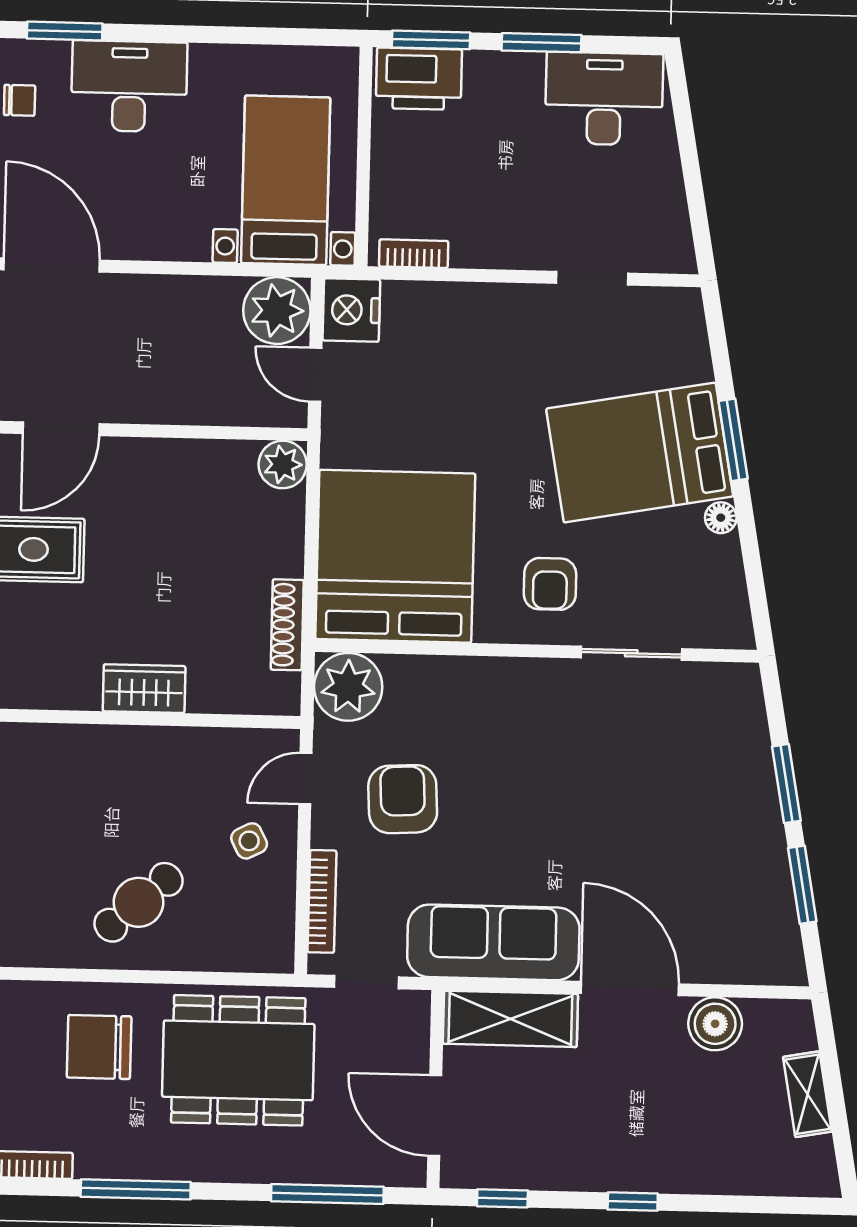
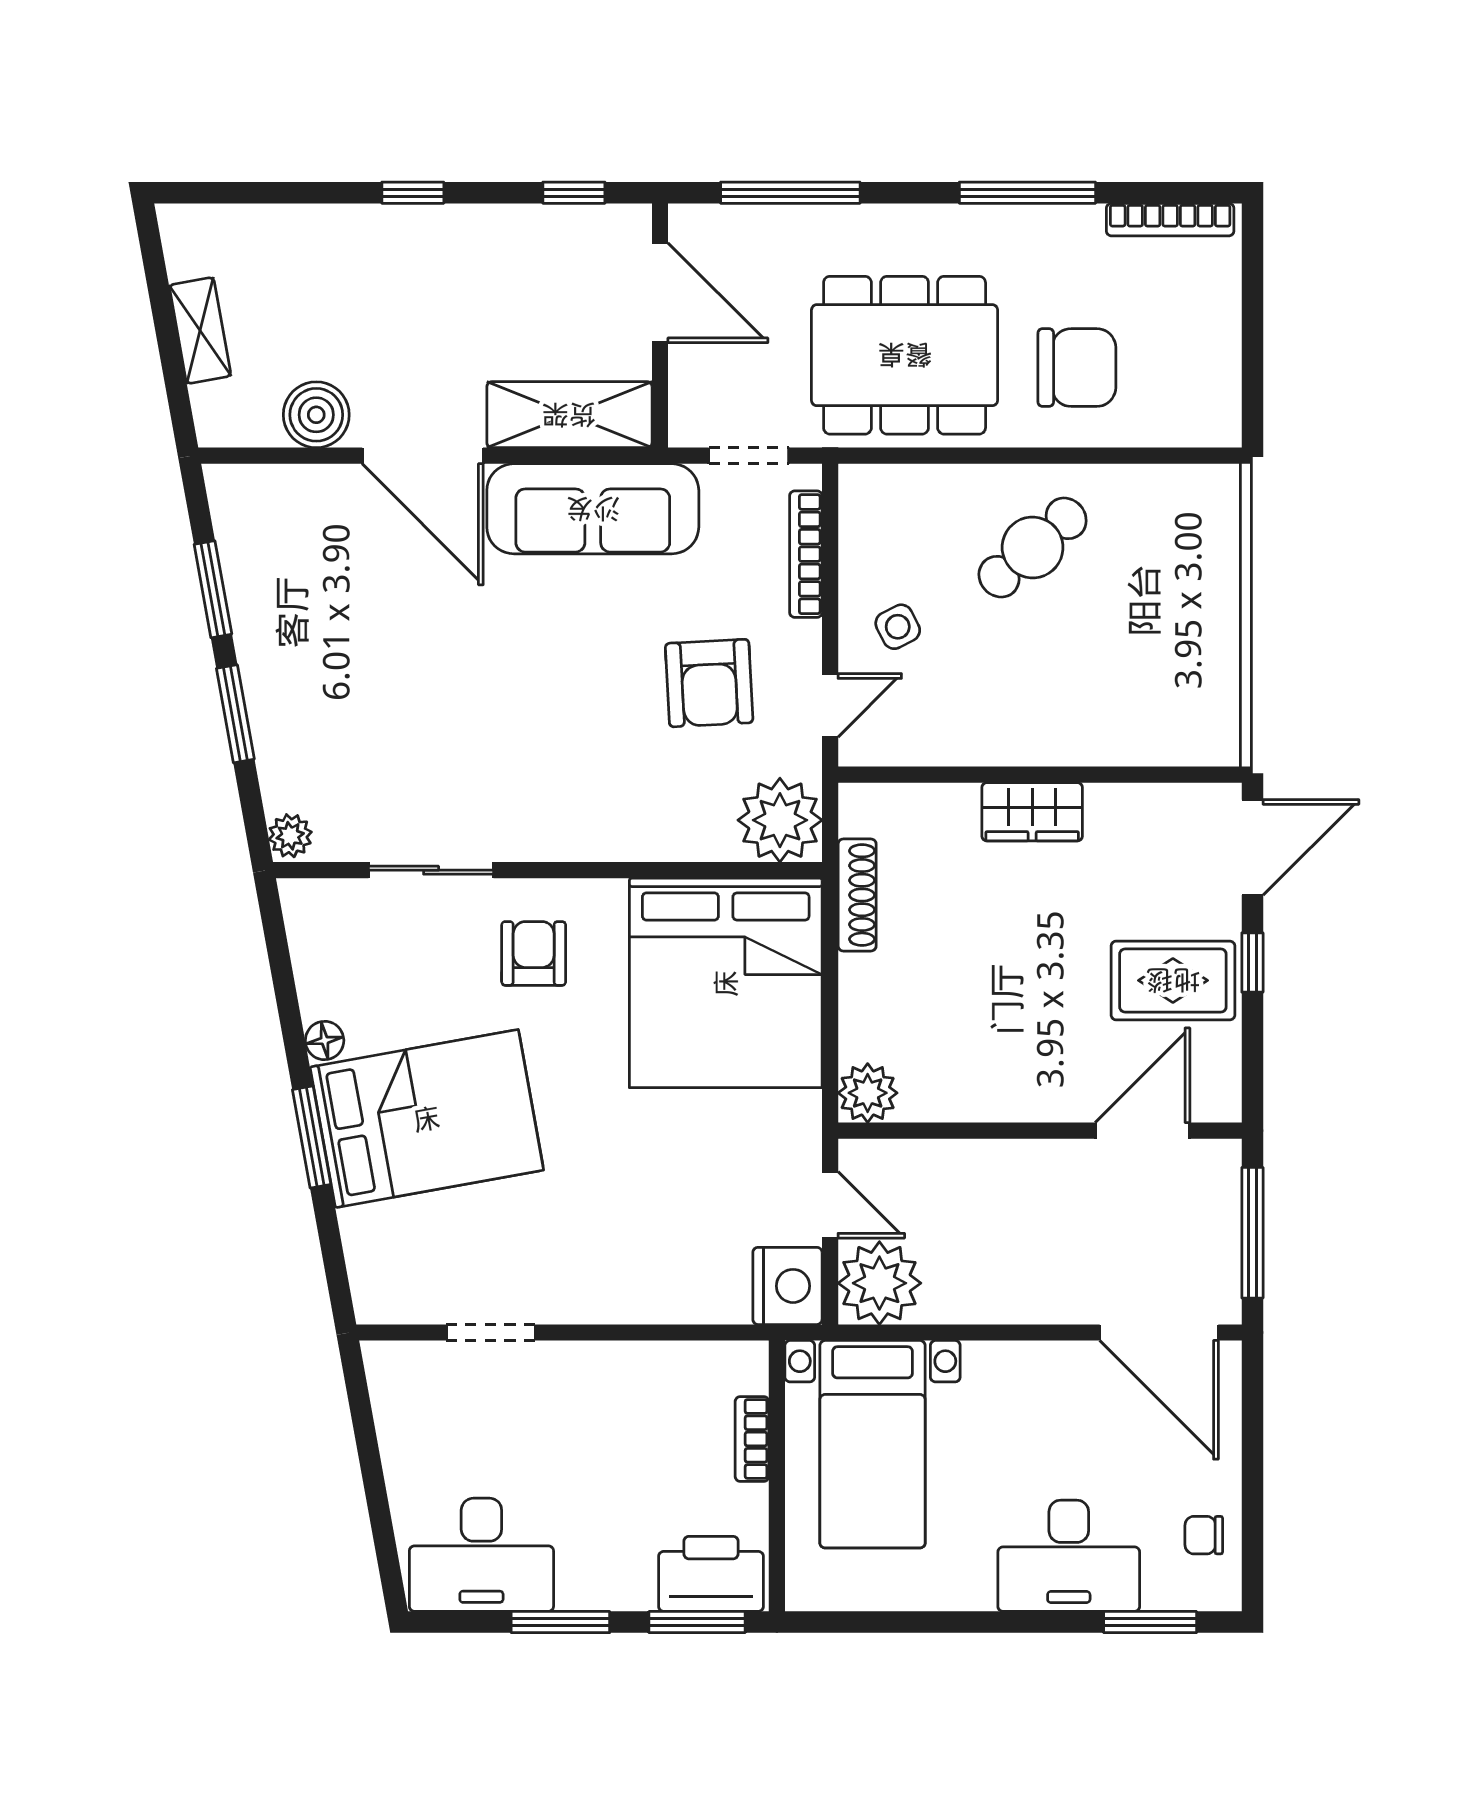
bookcase: (414, 254) -> (752, 1439), moved, turned 90
plant: (745, 684) -> (290, 836), added

